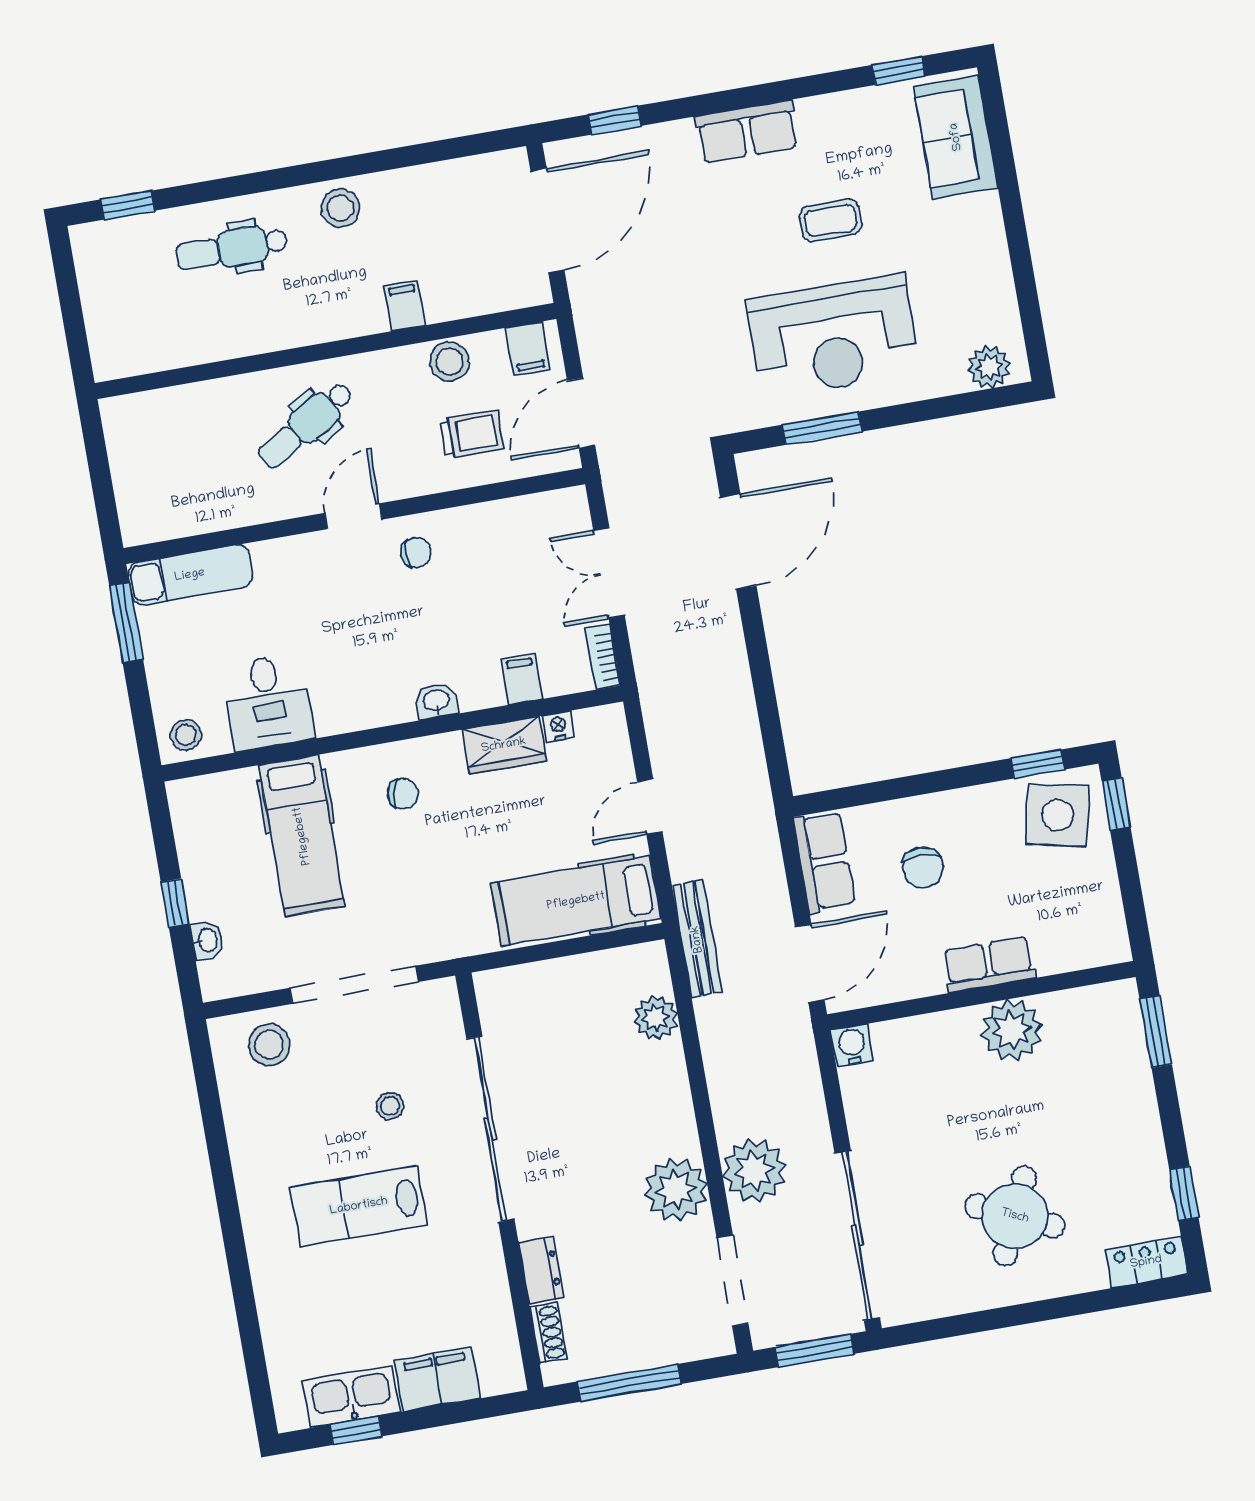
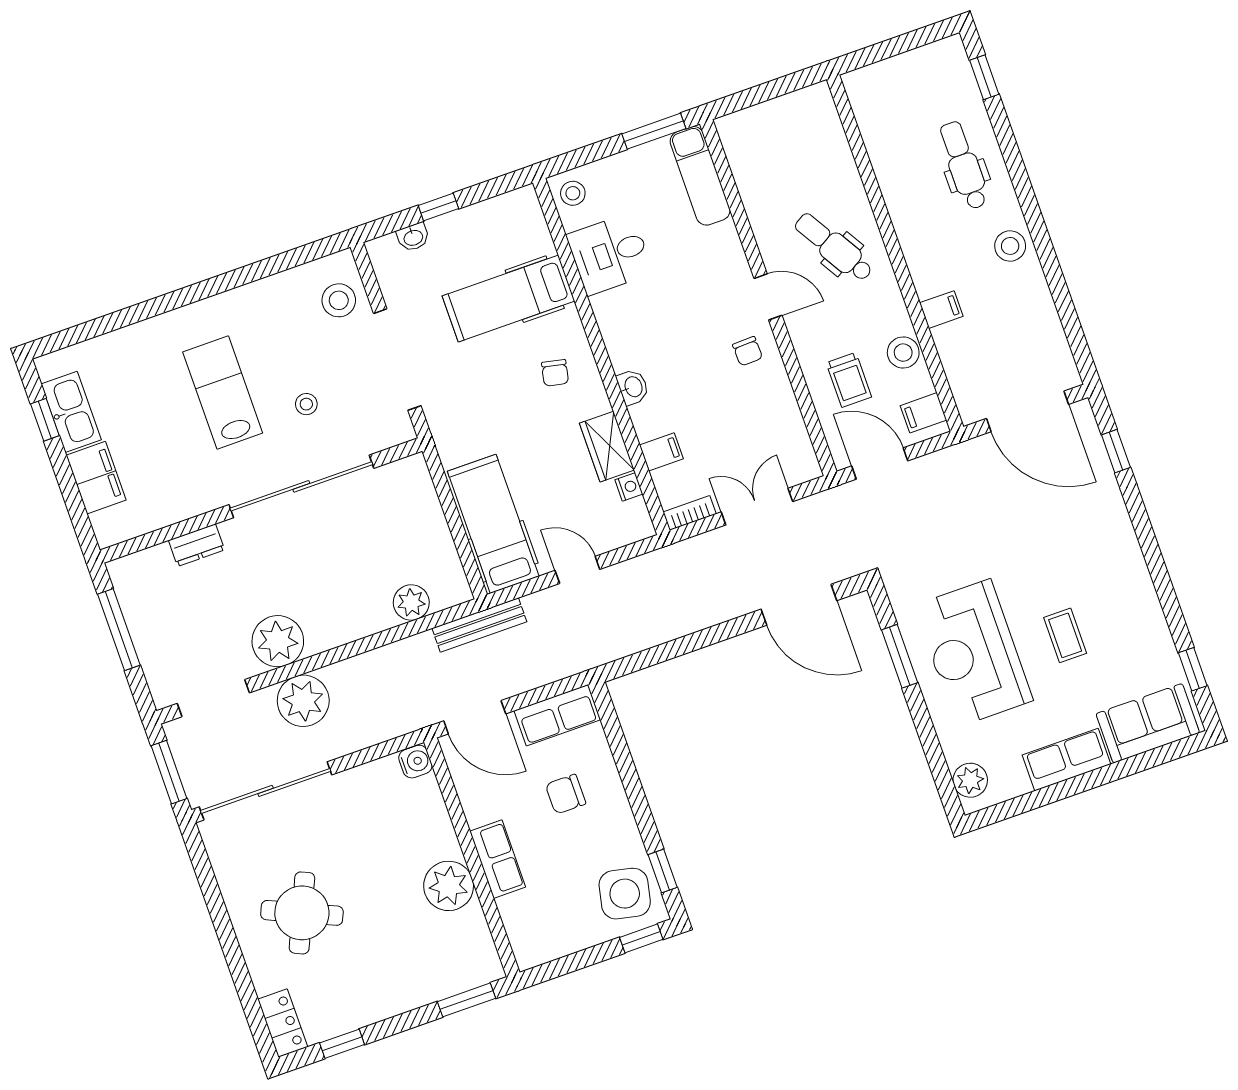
row of seats: (747, 132) -> (1067, 760), moved, turned 90
shoe rack: (548, 1333) -> (148, 559), removed

